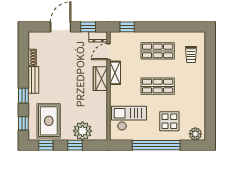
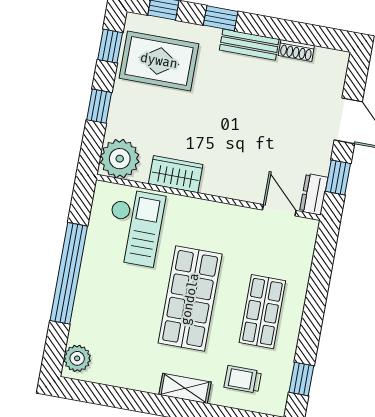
window: (127, 27) -> (301, 379), moved
shelving: (115, 73) -> (185, 388), moved
wardrobe: (100, 79) -> (176, 174), moved
shop shelf: (158, 86) -> (190, 299), width x1.43, depth x1.36
display table: (169, 121) -> (113, 310), removed
plant: (82, 131) -> (120, 159), moved

